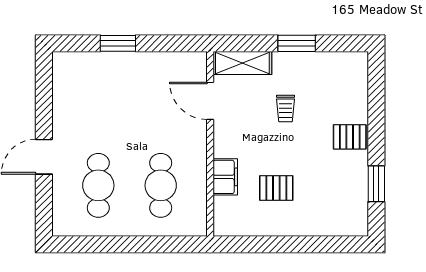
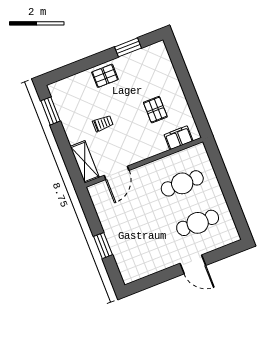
window: (297, 43) -> (50, 111), moved
pallet: (350, 137) -> (105, 76), turned 90
filing cabinet: (225, 177) -> (179, 138), moved

